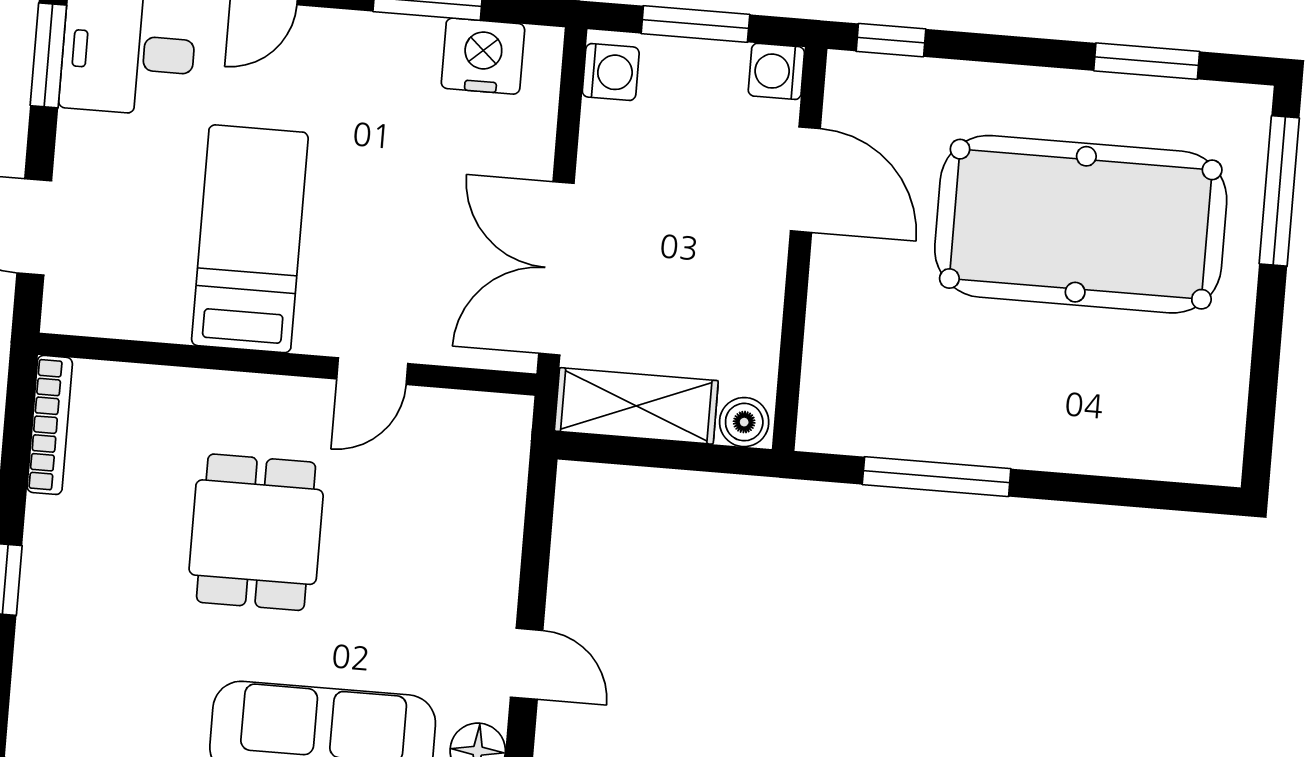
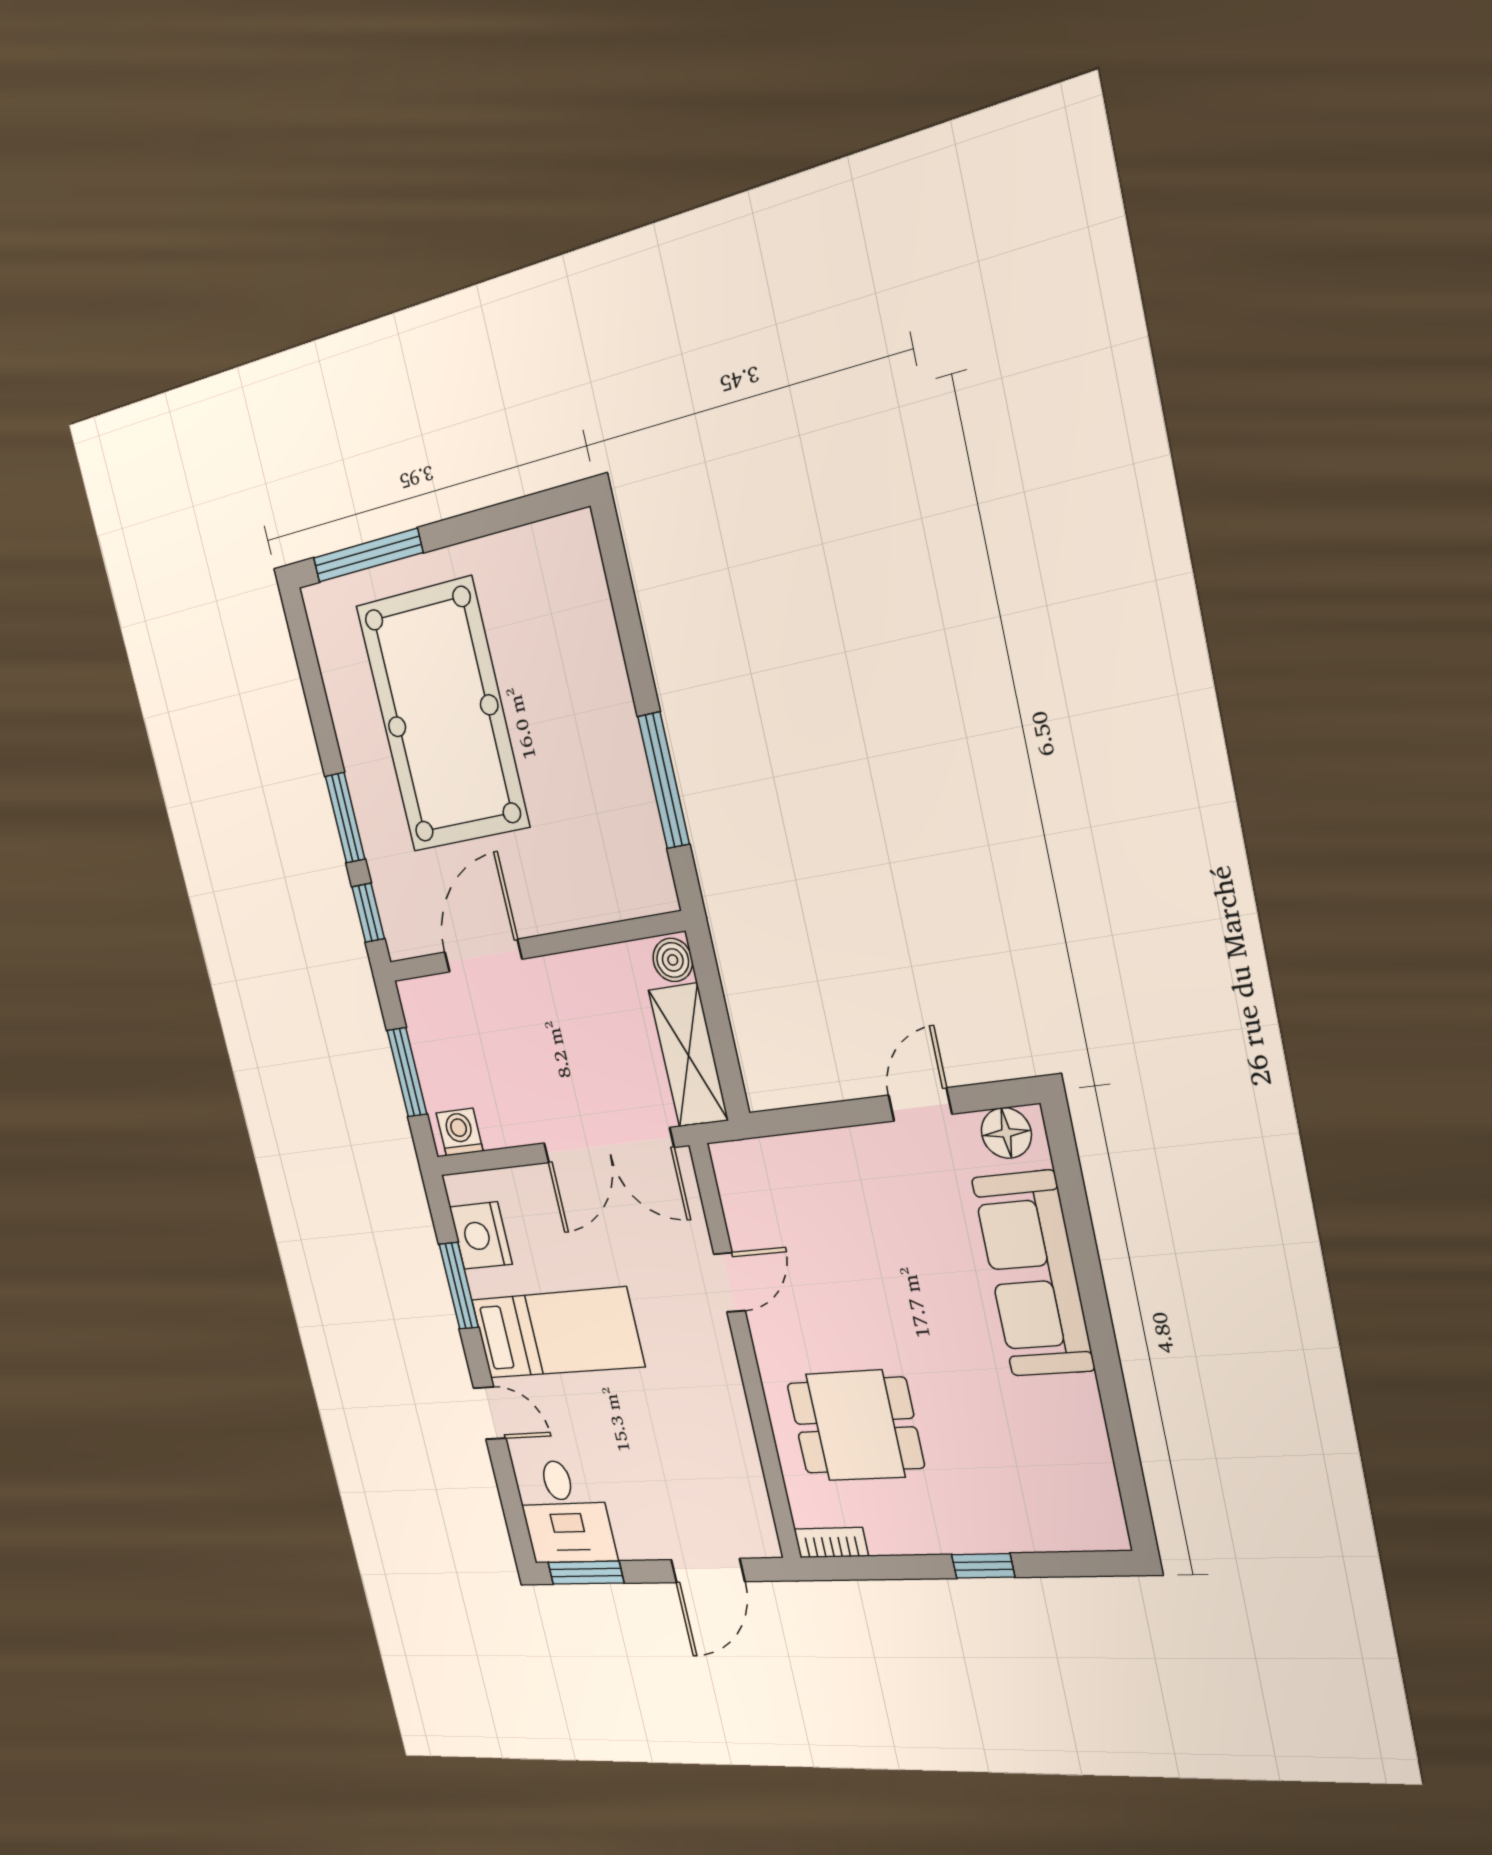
window: (1147, 61) -> (345, 818), moved
washing machine: (776, 71) -> (418, 999), removed
bed: (250, 239) -> (557, 1333), moved, turned 180
door: (372, 371) -> (730, 1282), hinge flipped
bookcase: (50, 425) -> (831, 1542), width x0.64
dining table: (256, 532) -> (855, 1425), moved

